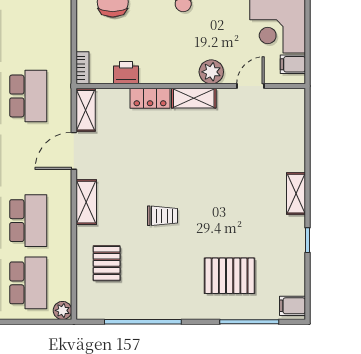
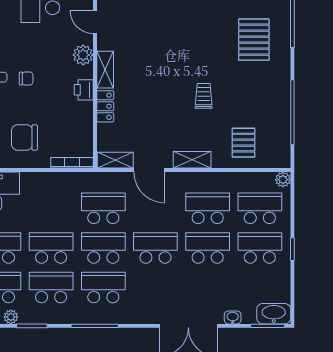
bookcase: (83, 68) -> (72, 163), width x1.56
printer: (126, 73) -> (84, 90), moved
pallet: (107, 263) -> (243, 143), turned 90

